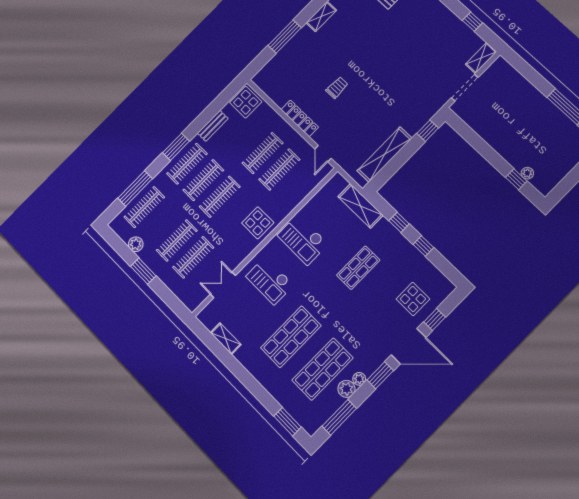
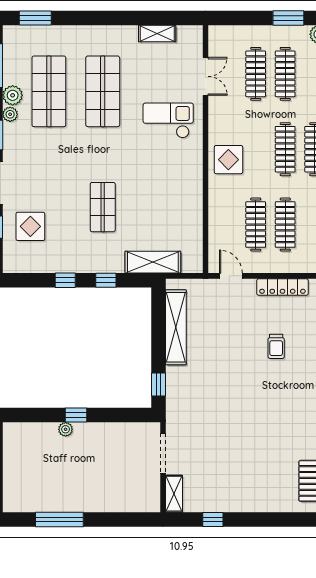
plant: (527, 173) -> (66, 429), moved
window: (516, 179) -> (76, 415), moved
checkout: (303, 240) -> (175, 184), removed

